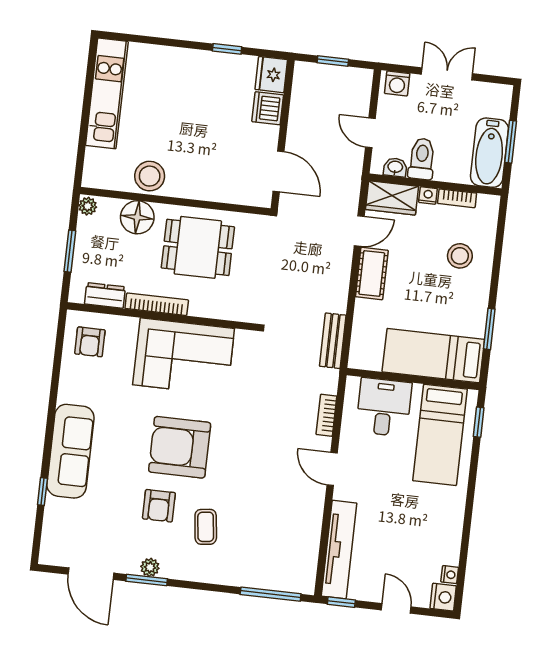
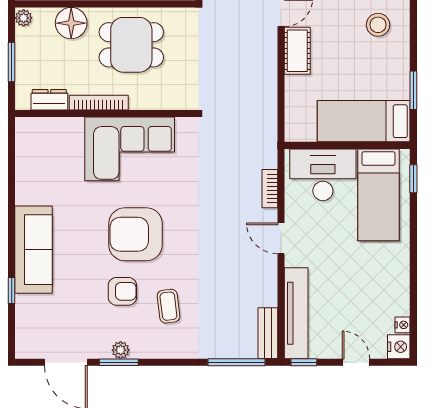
bench: (333, 341) -> (268, 333), moved
armchair: (90, 342) -> (40, 145), removed
desk: (384, 407) -> (323, 175), width x1.37
armchair: (159, 506) -> (122, 291), turned -90

